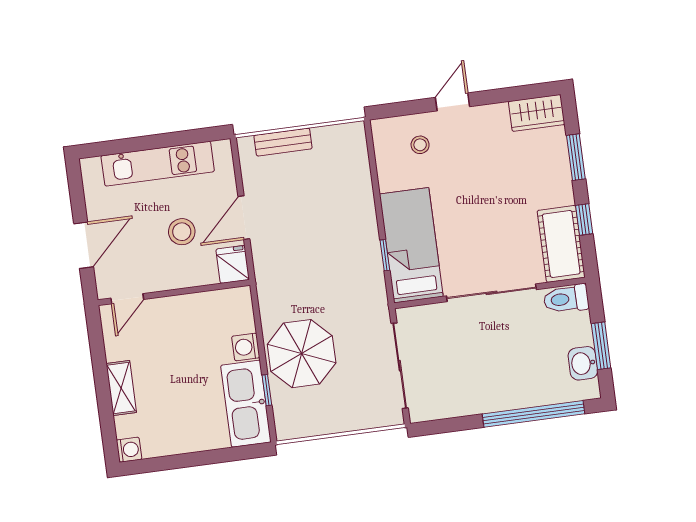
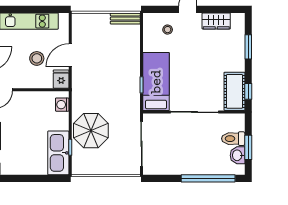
wardrobe: (537, 113) -> (216, 21), moved
bench: (283, 142) -> (125, 19), moved
window: (584, 219) -> (248, 91), moved
toilet: (566, 299) -> (233, 139), moved
washing machine: (246, 347) -> (62, 105), moved

